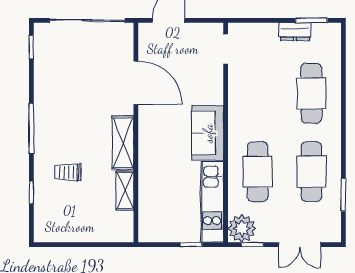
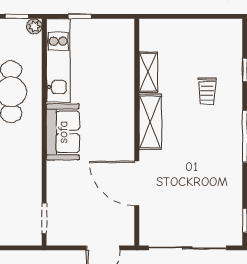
trolley: (68, 172) -> (207, 91), turned 90
plant: (242, 228) -> (34, 26), width x0.53, depth x0.53

